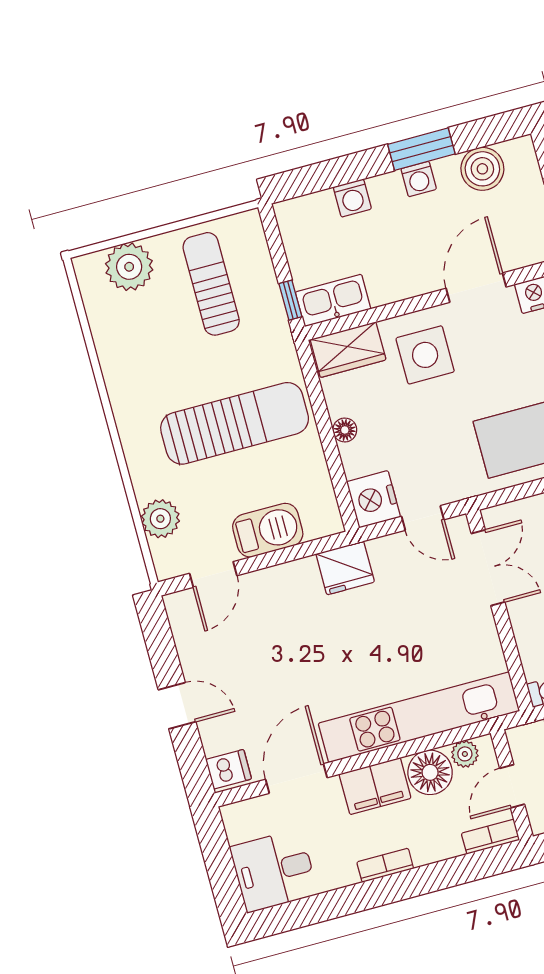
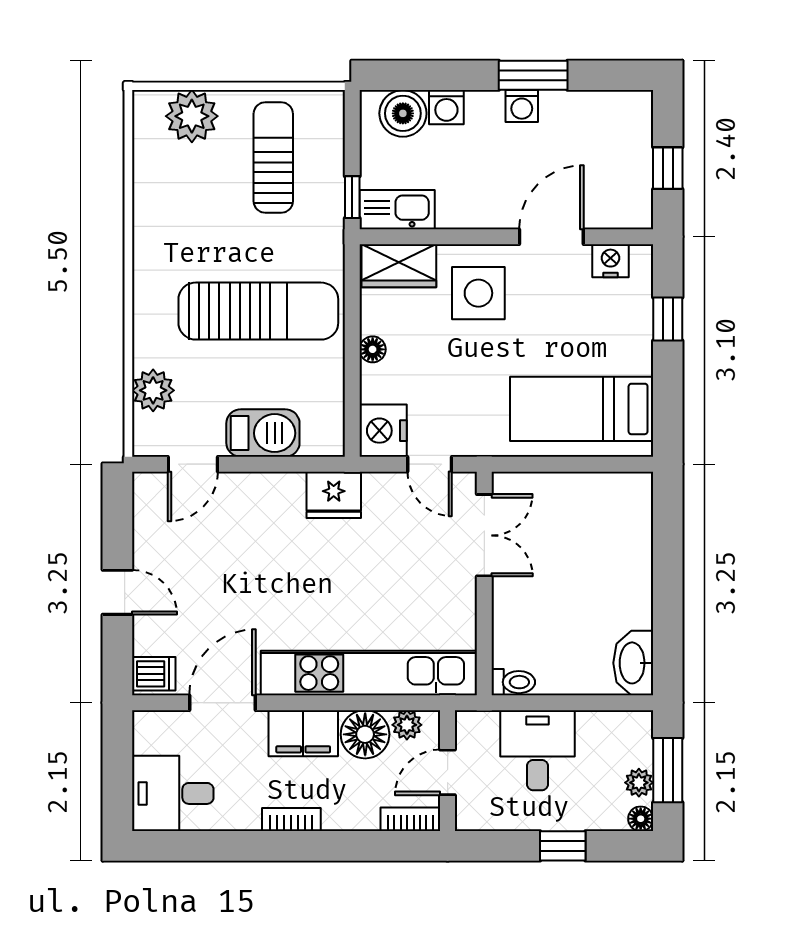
boiler: (482, 169) -> (403, 113), moved

